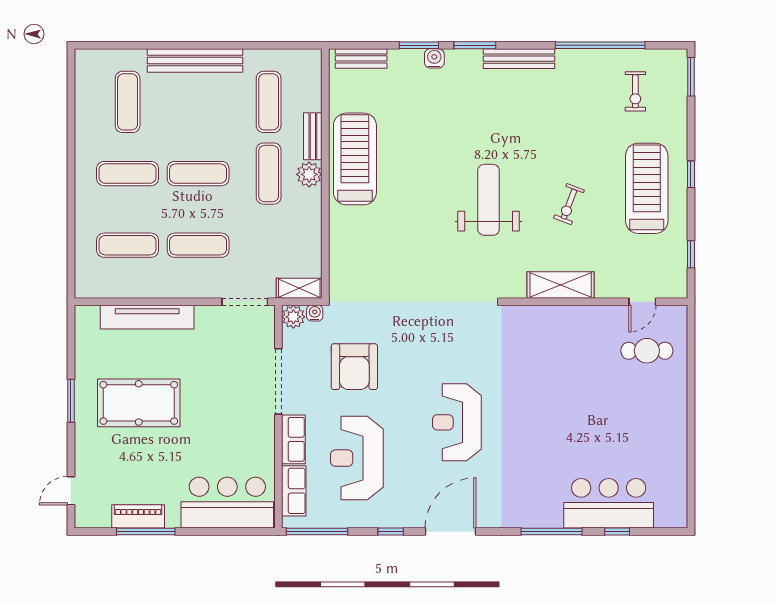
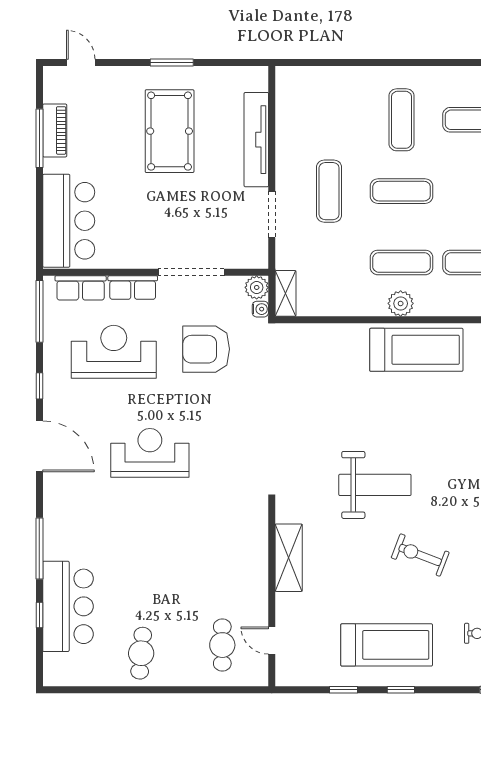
bench: (313, 136) -> (439, 307), removed
exercise mat: (198, 174) -> (402, 191), turned 90
exercise bike: (569, 204) -> (420, 555), moved, width x1.38, depth x1.39
exercise mat: (128, 245) -> (329, 120), removed
window: (691, 254) -> (343, 690), moved
doorway: (245, 302) -> (272, 214), moved
cafe table: (655, 431) -> (141, 653), added

